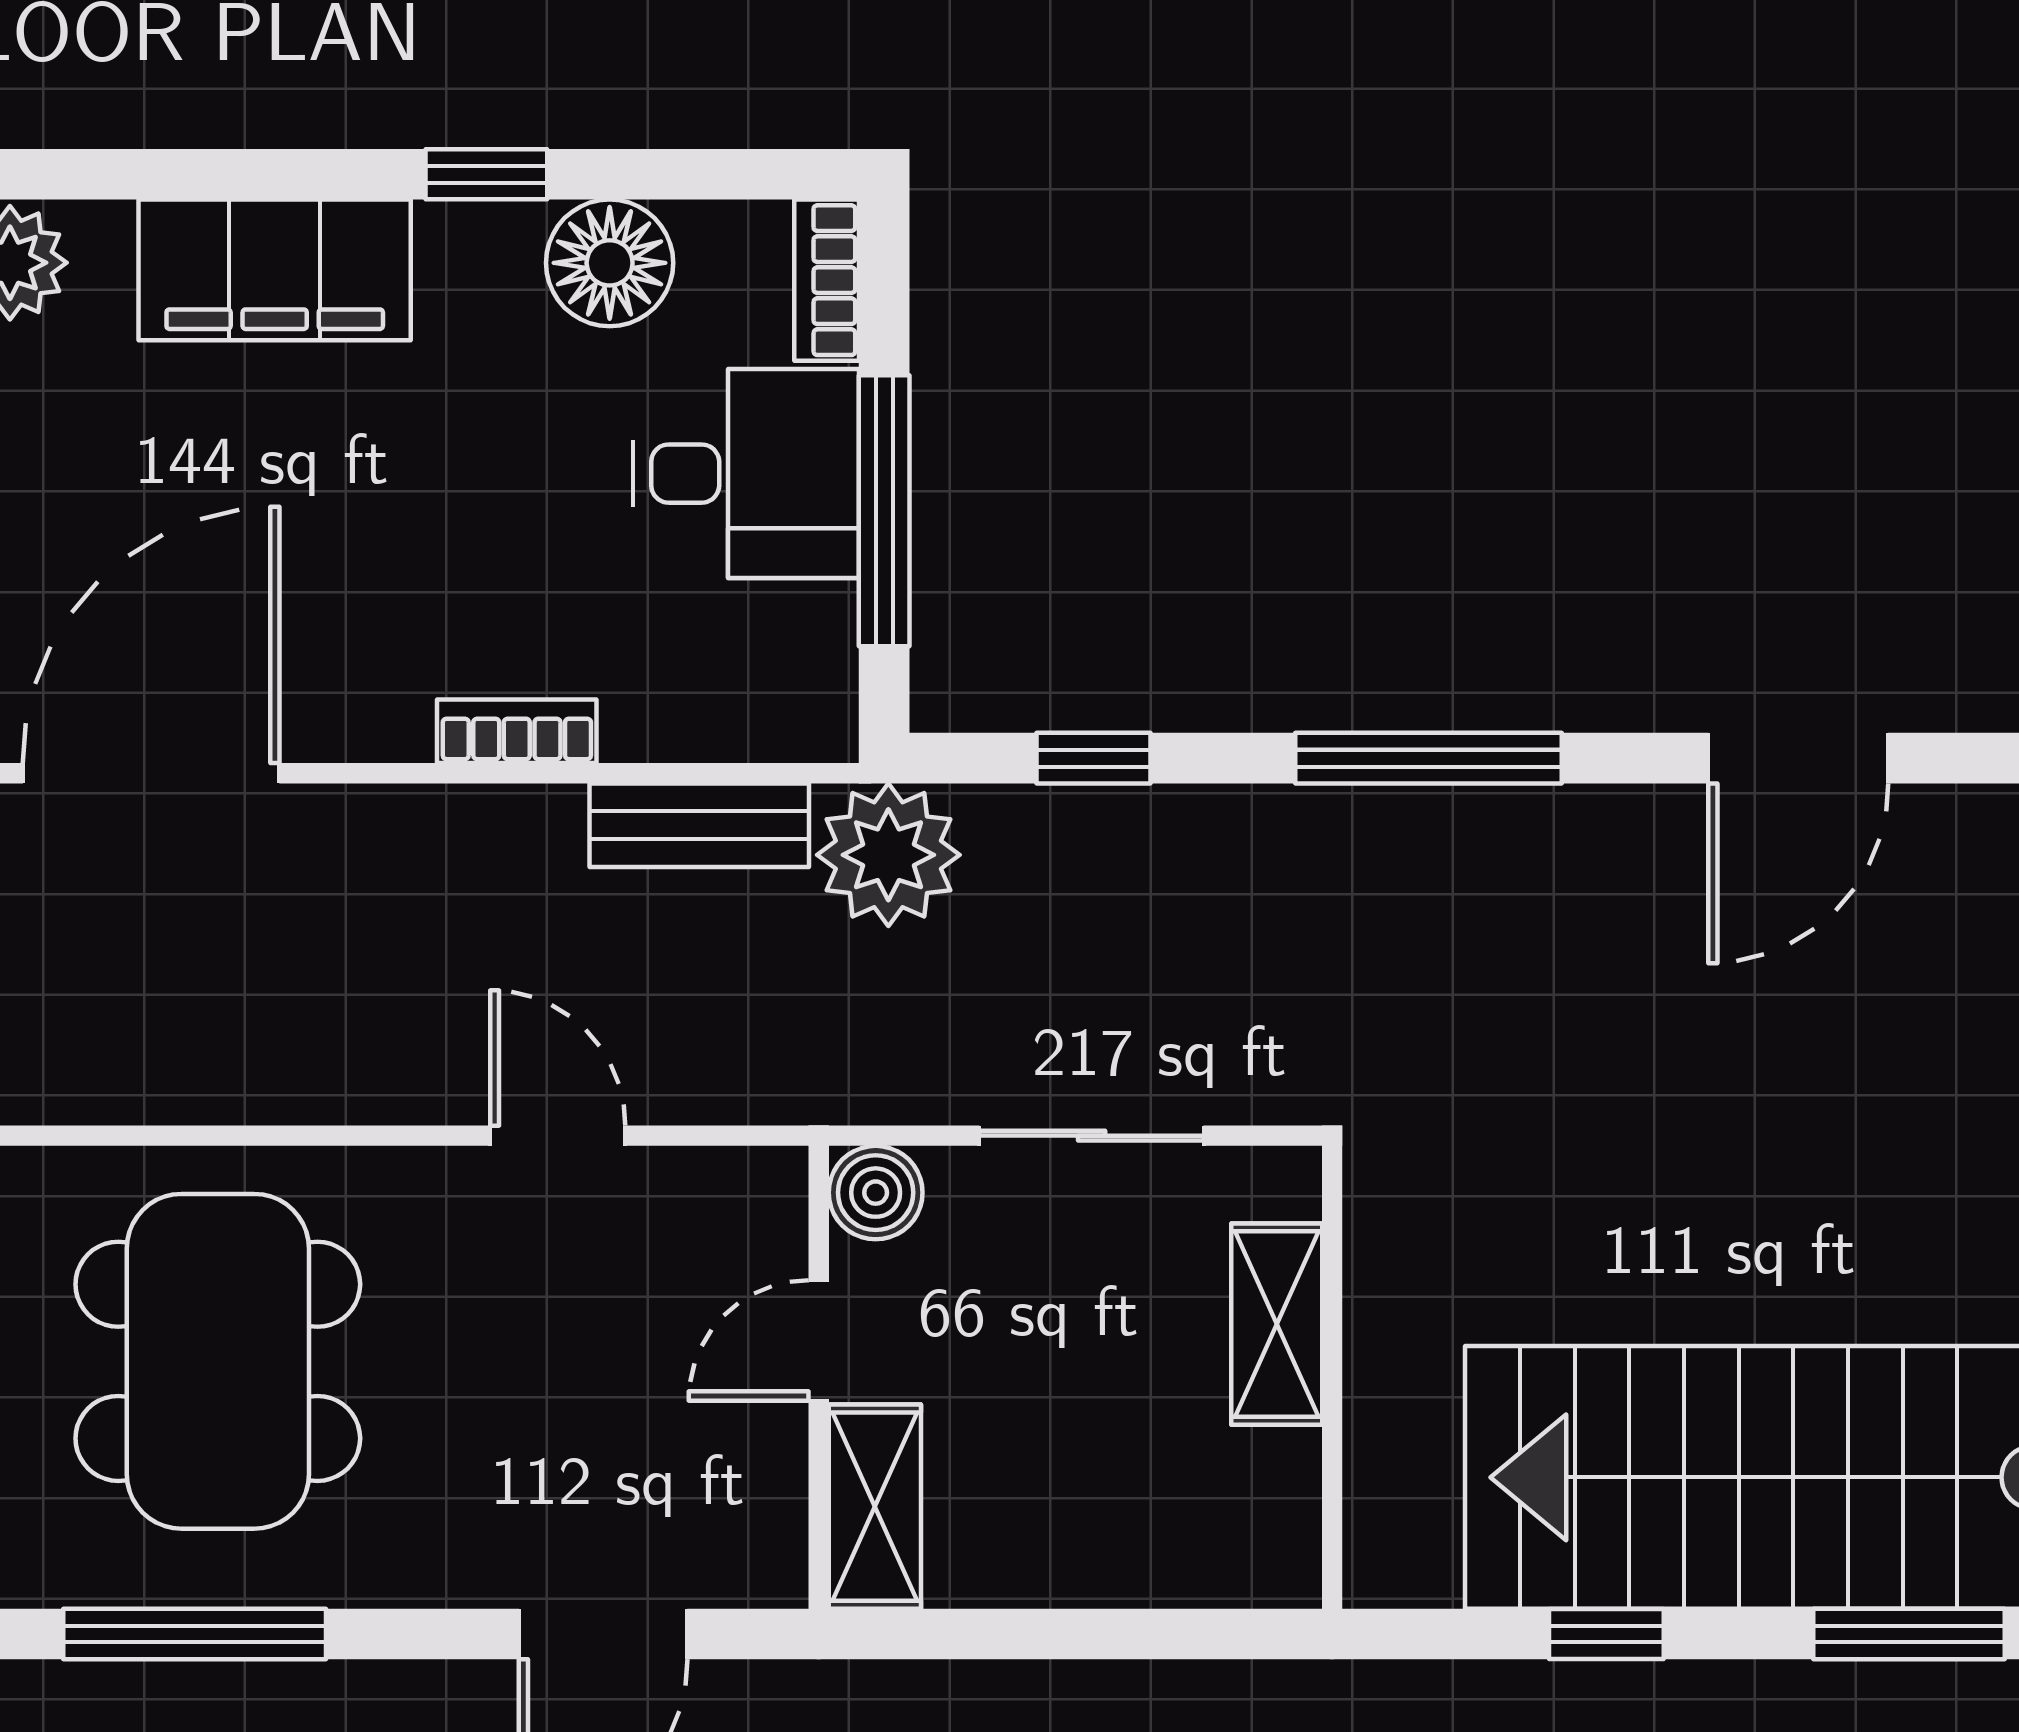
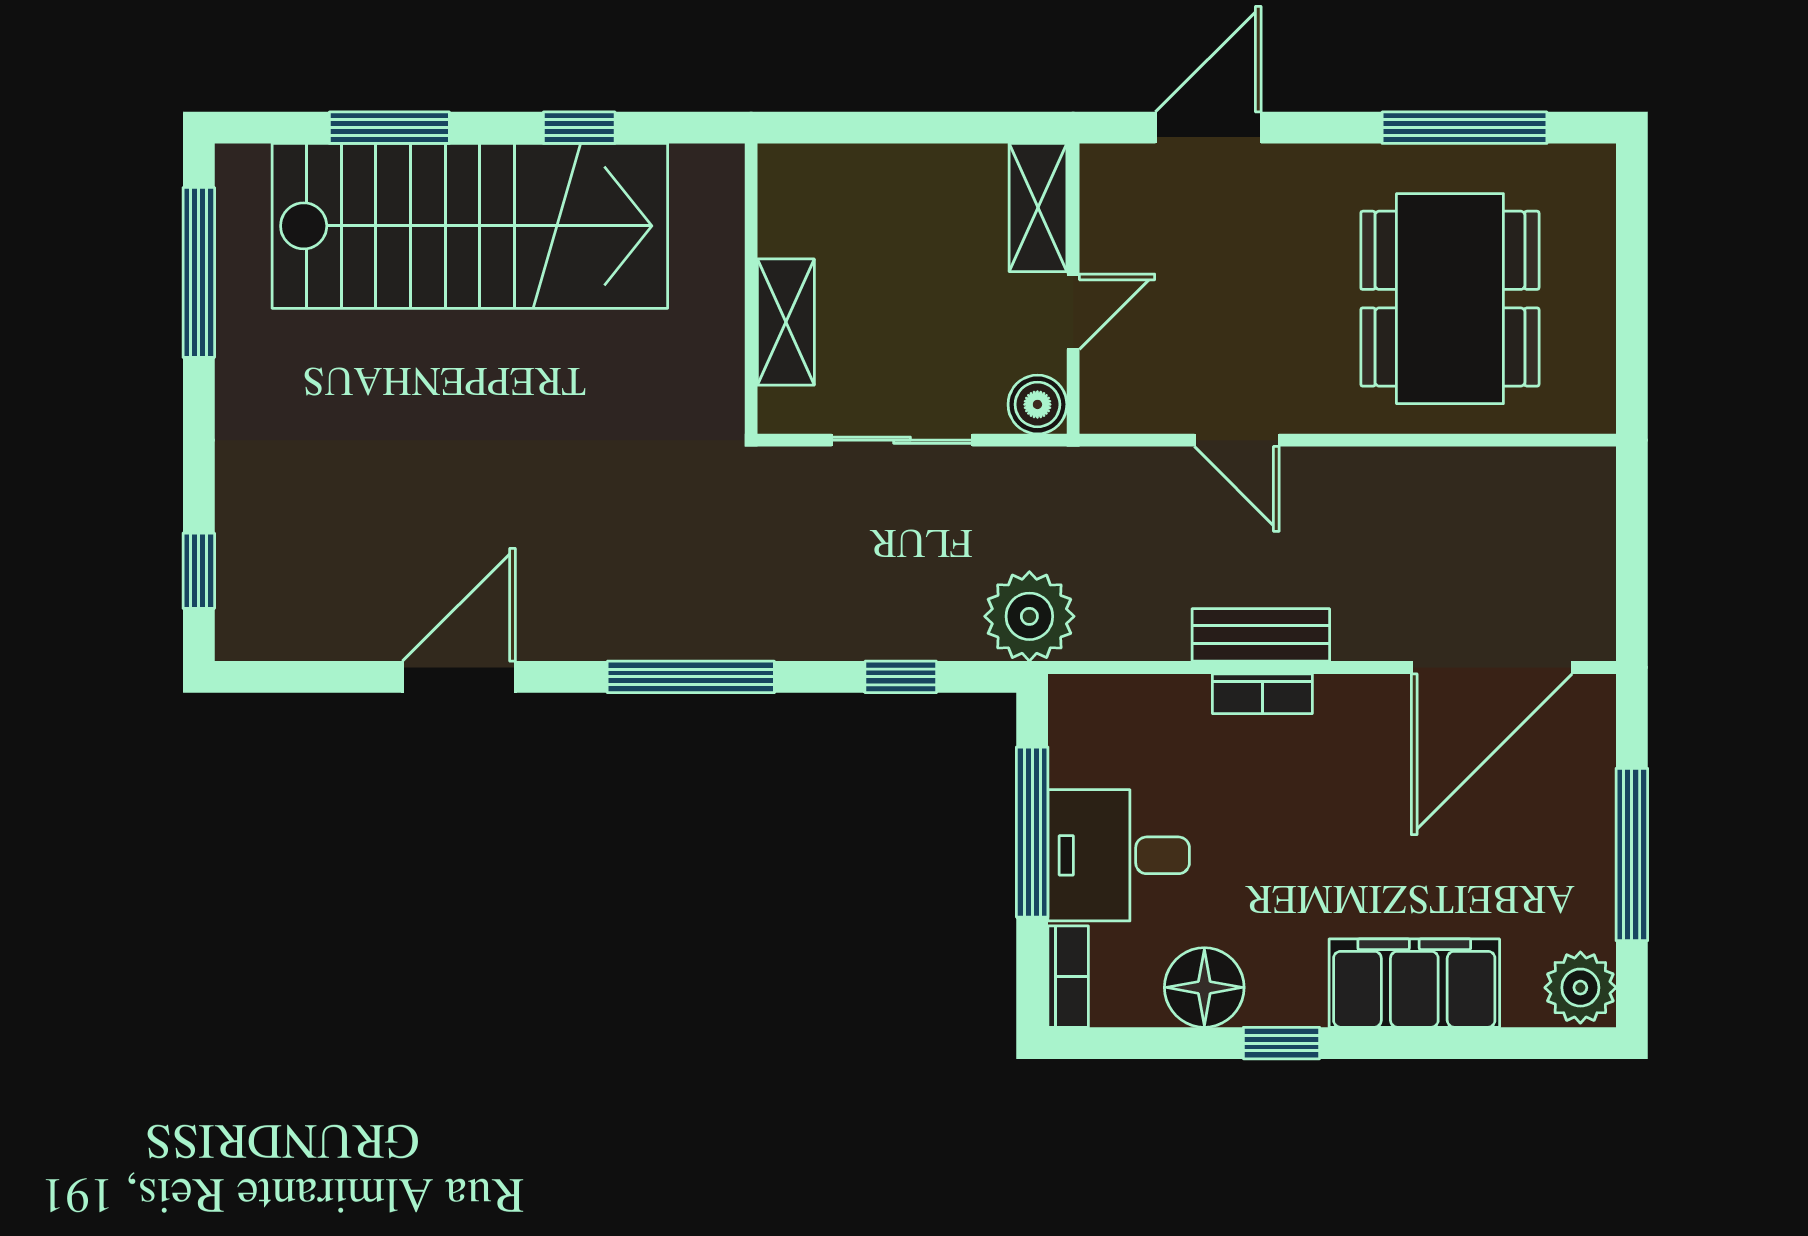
bench: (699, 825) -> (1261, 635), moved

